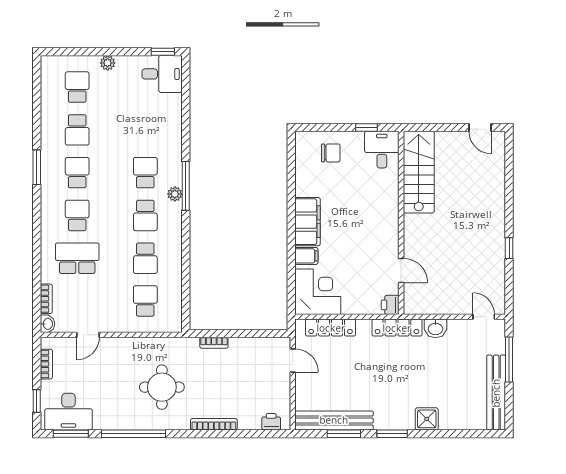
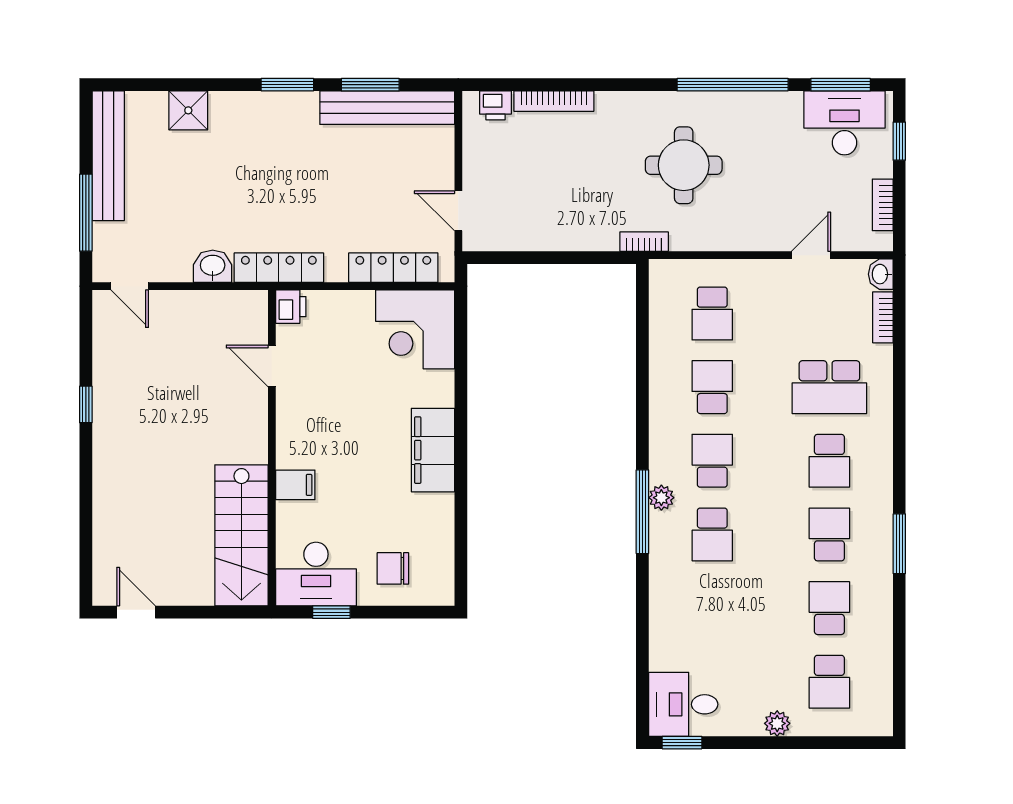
desk: (382, 150) -> (316, 574), width x1.37
school desk: (77, 173) -> (829, 534), turned 180
filing cabinet: (306, 256) -> (295, 485), moved, turned 180
bookcase: (214, 343) -> (644, 242), moved
shower: (427, 419) -> (188, 110), moved
bookcase: (214, 424) -> (554, 101), moved

